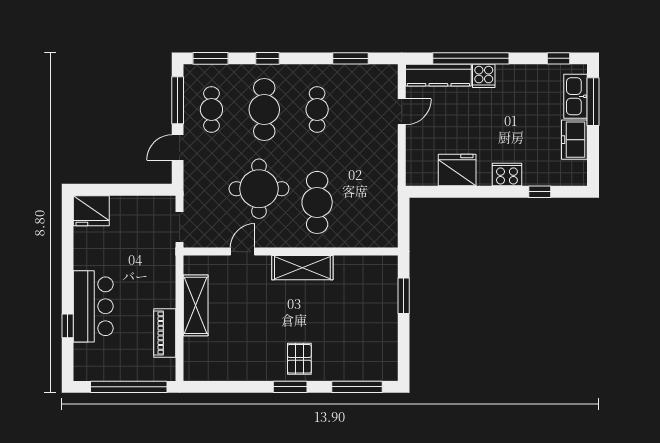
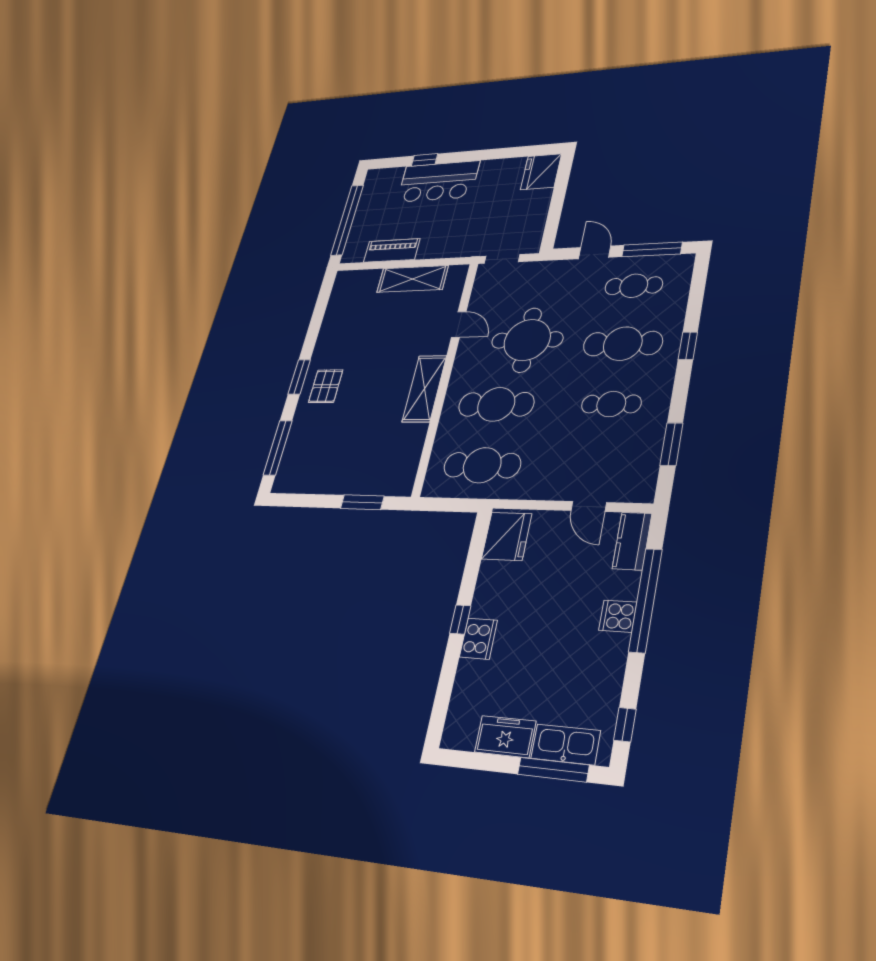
window: (210, 58) -> (698, 282), removed
kitchen counter: (438, 75) -> (632, 541), width x0.67
fridge: (457, 170) -> (507, 536), moved
window: (540, 192) -> (460, 620), moved
cafe table: (370, 202) -> (482, 465), added
pallet: (299, 359) -> (326, 386), turned 90

